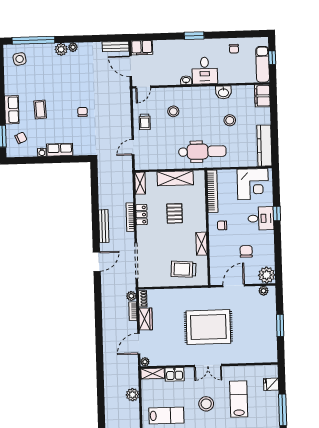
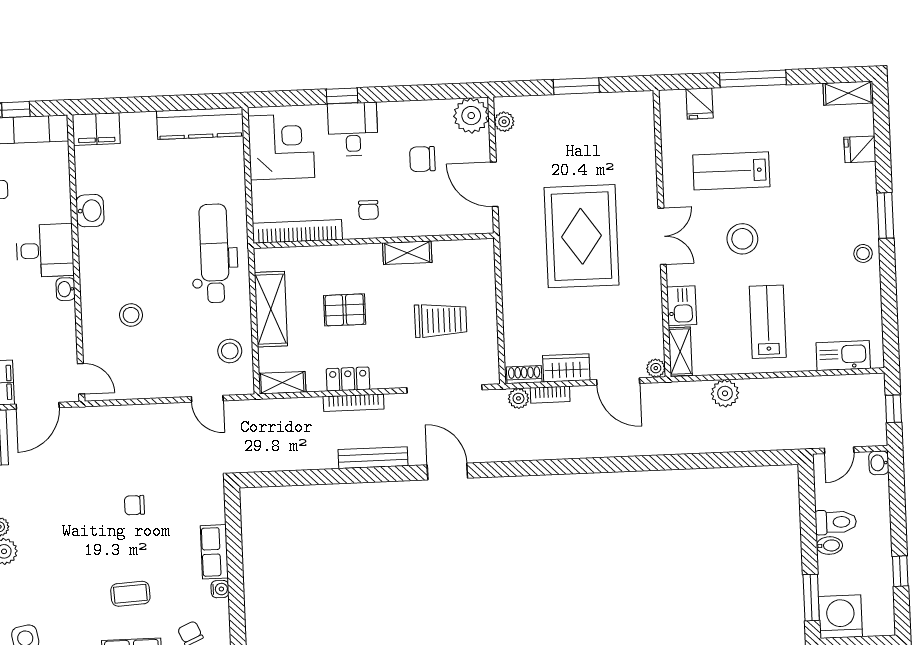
stool: (230, 120) -> (230, 351), moved
trolley: (145, 122) -> (154, 375), removed
trolley: (184, 269) -> (441, 320), moved, turned -94

